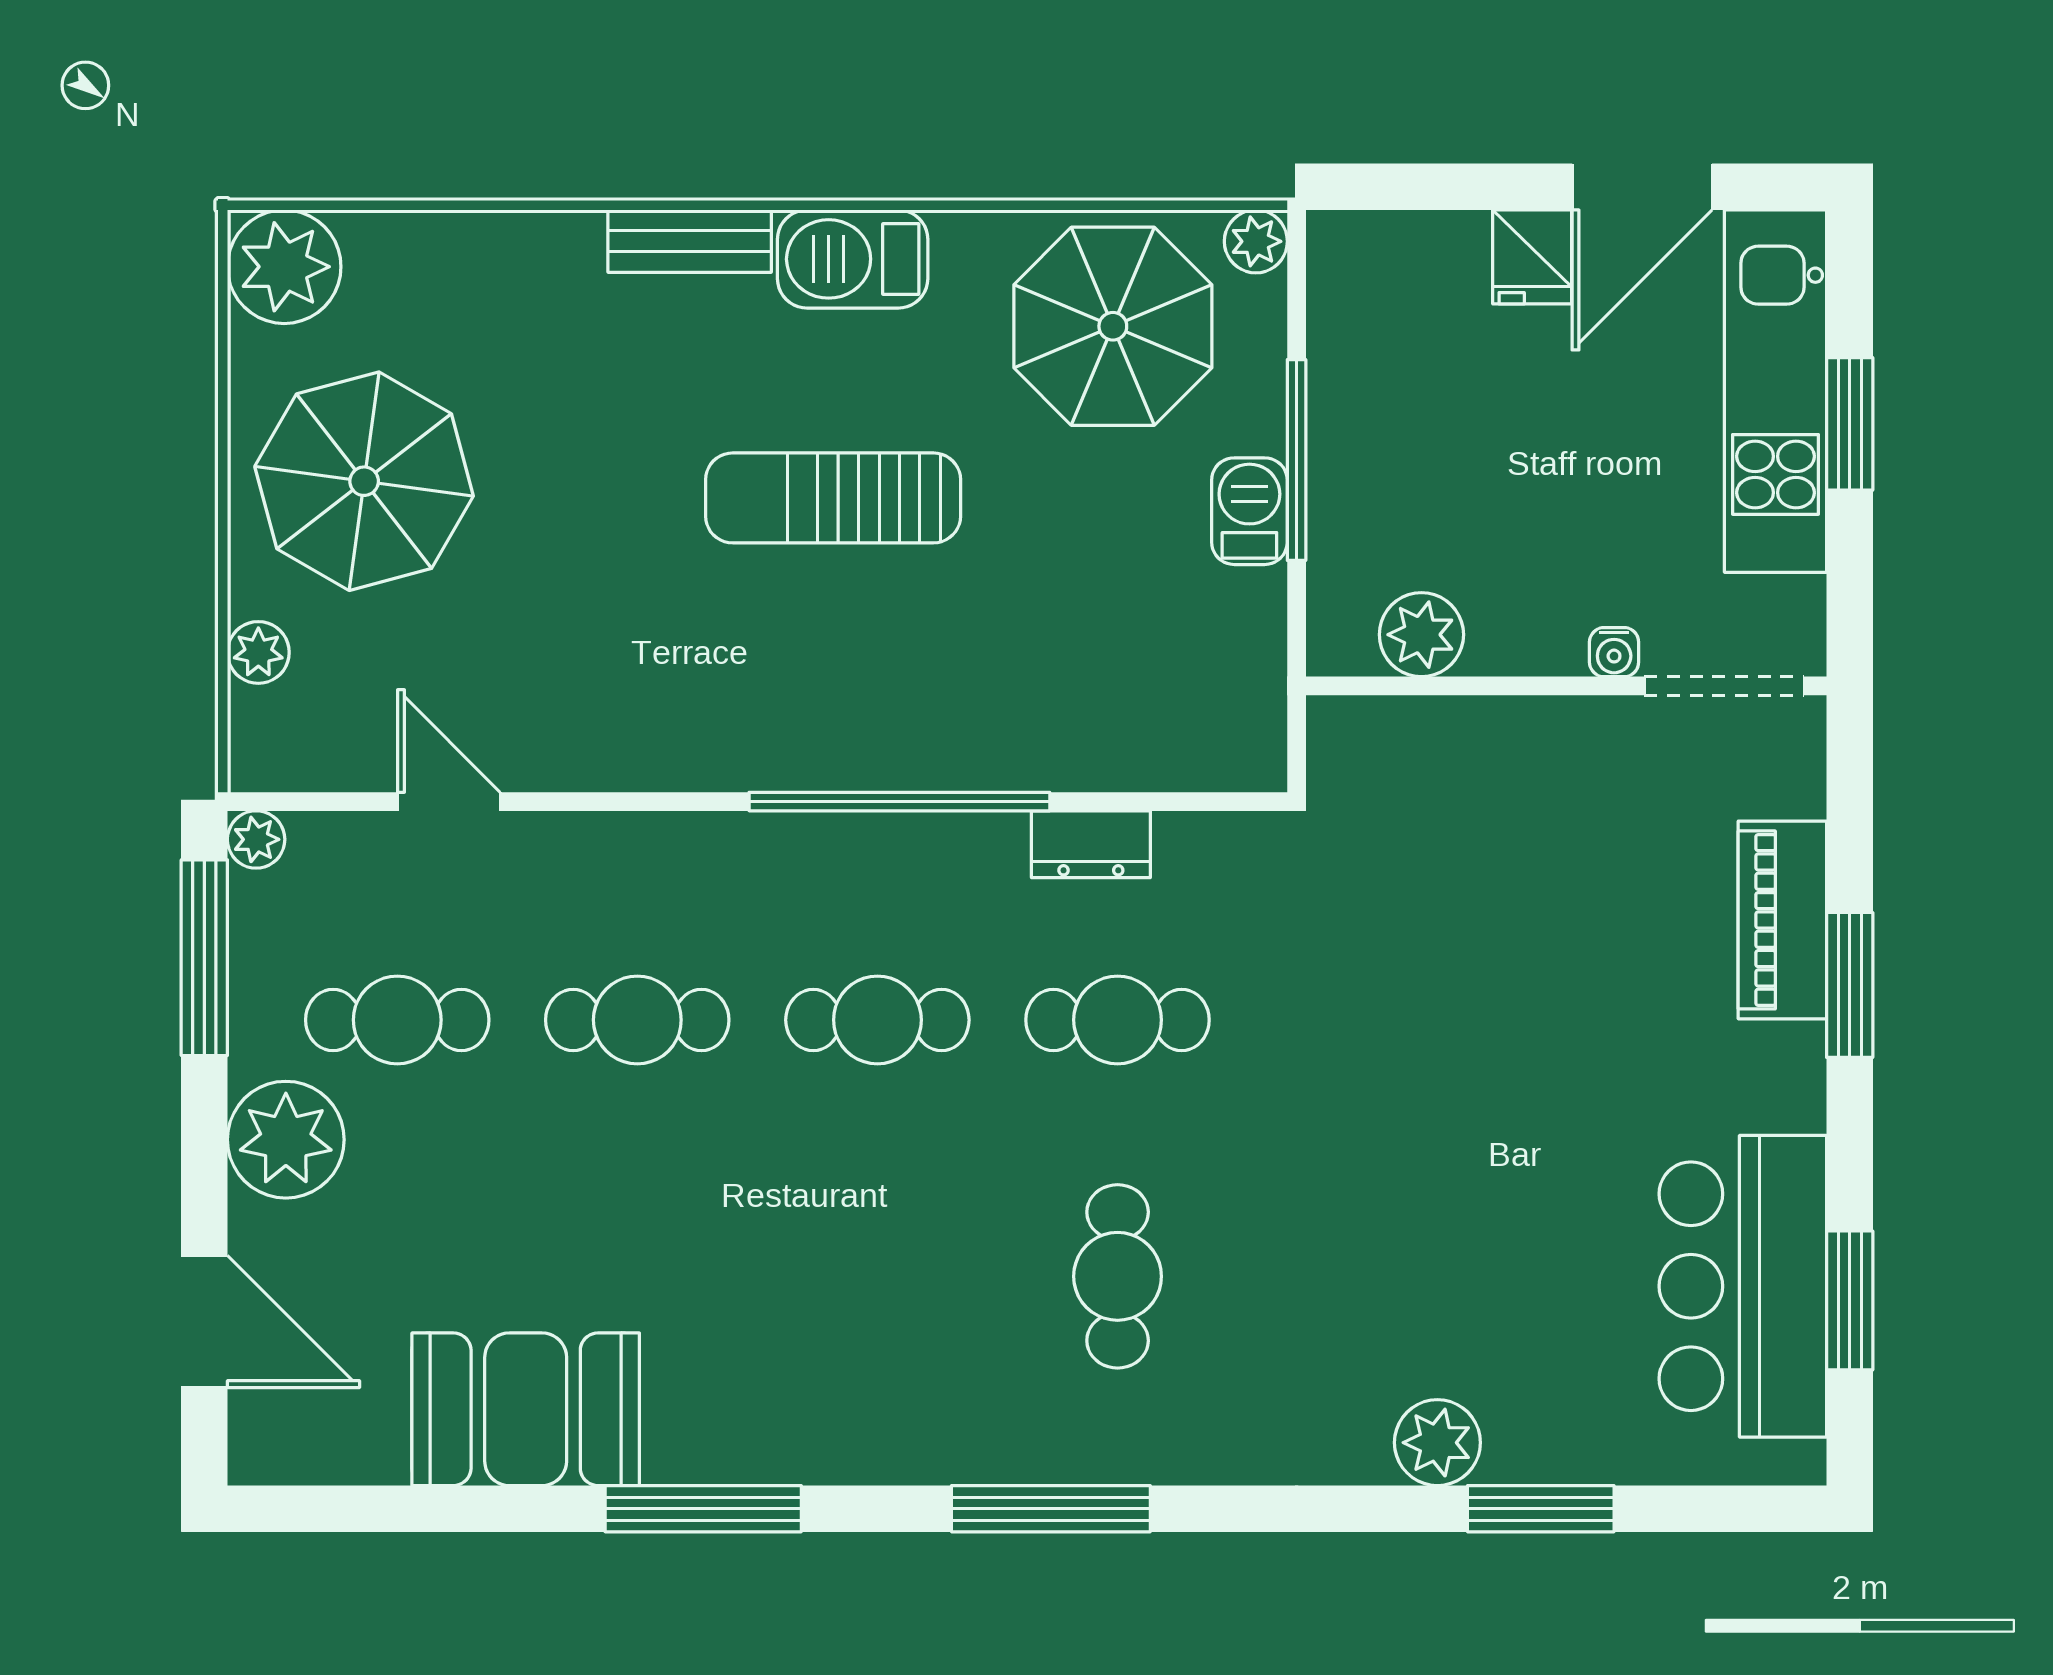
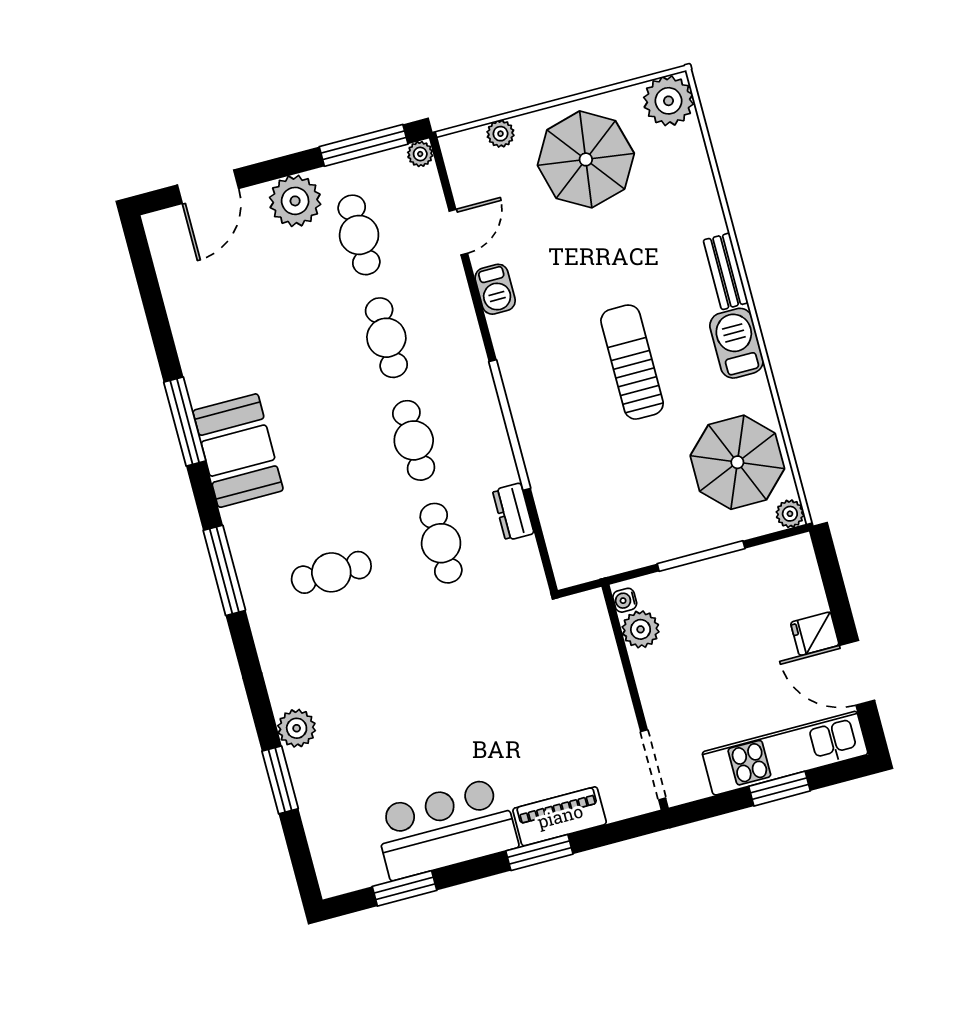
barbecue: (1249, 511) -> (495, 289), moved, turned 90
water cooler: (1614, 652) -> (625, 600), moved
bar counter: (1743, 1286) -> (446, 829), moved
booth: (526, 1409) -> (238, 451), moved

